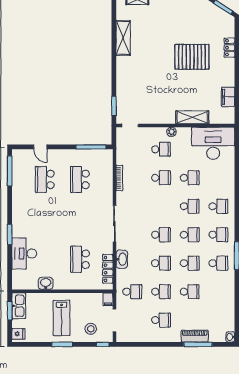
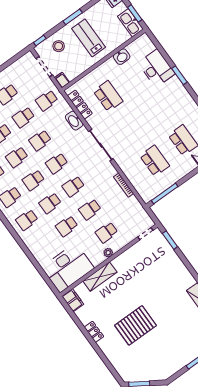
locker: (229, 48) -> (94, 332), moved
filing cabinet: (228, 97) -> (73, 300), moved
school desk: (161, 206) -> (73, 186), added

